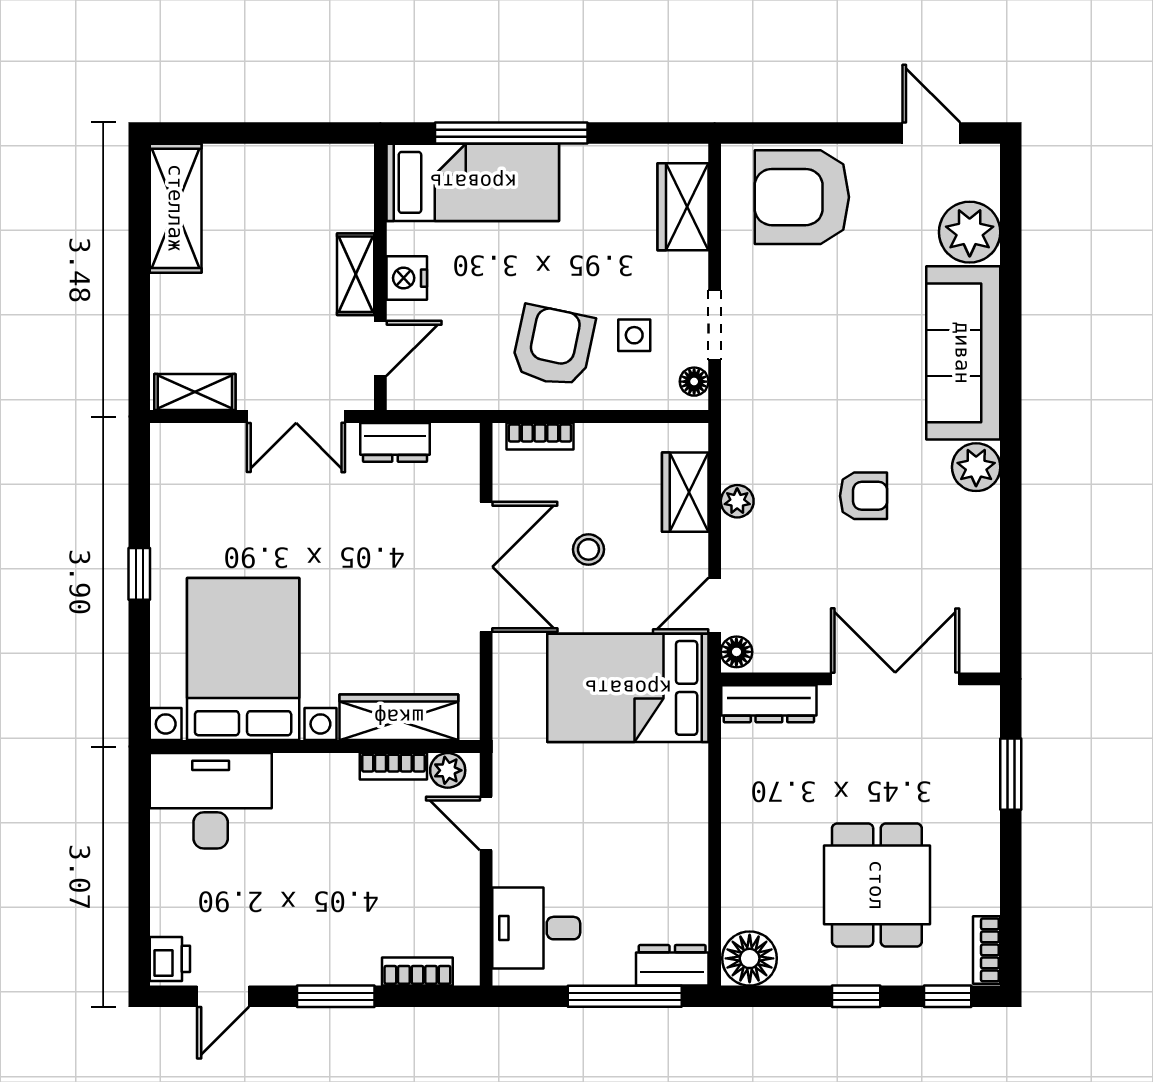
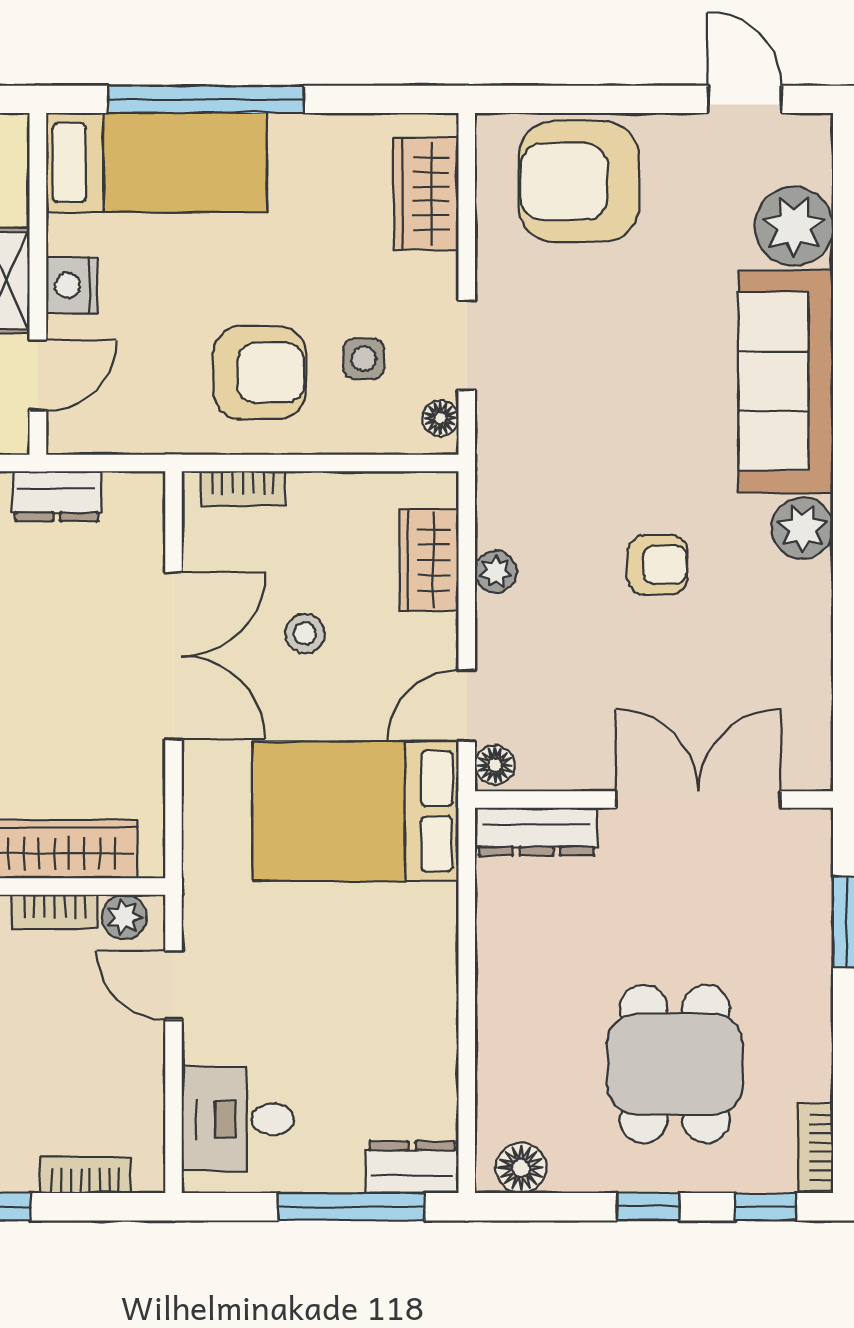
armchair: (553, 346) -> (260, 372), turned 78
floor lamp: (750, 958) -> (521, 1168), width x0.73, depth x0.73

